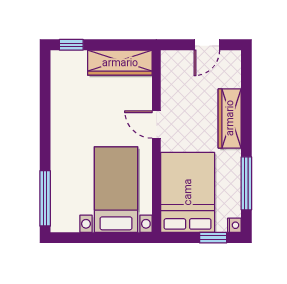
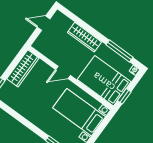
door: (207, 45) -> (44, 23), swing flipped
window: (213, 238) -> (124, 96), moved

